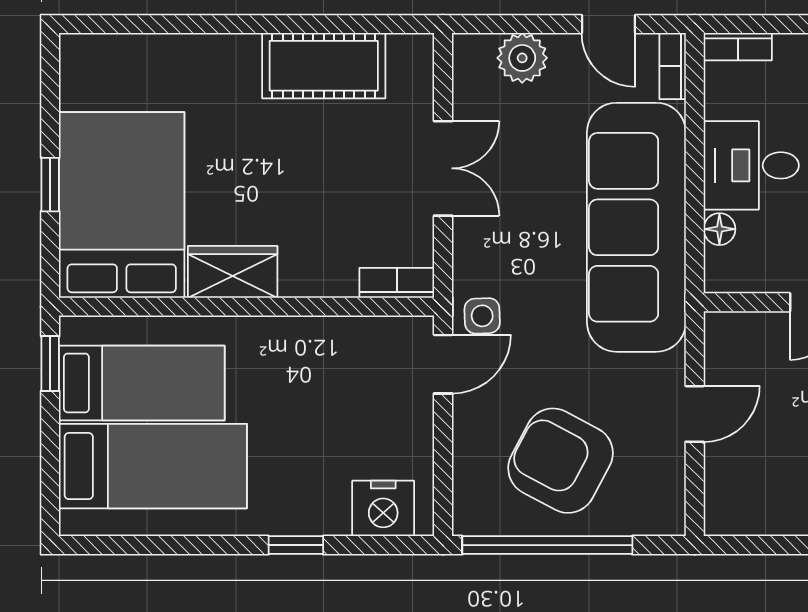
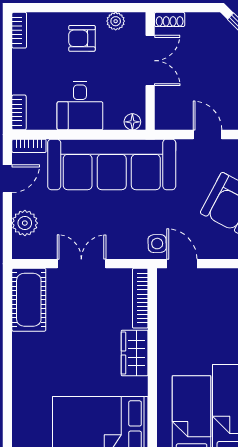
cot: (324, 66) -> (29, 300), moved
floor lamp: (719, 229) -> (132, 122), moved
wardrobe: (233, 272) -> (135, 353), moved
bookcase: (397, 283) -> (140, 298), width x1.56

